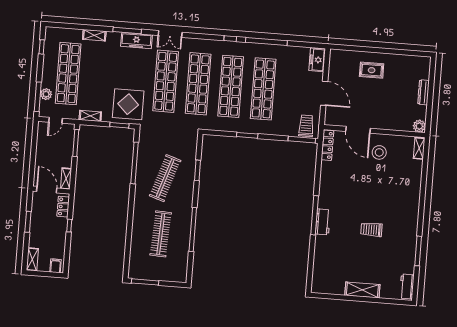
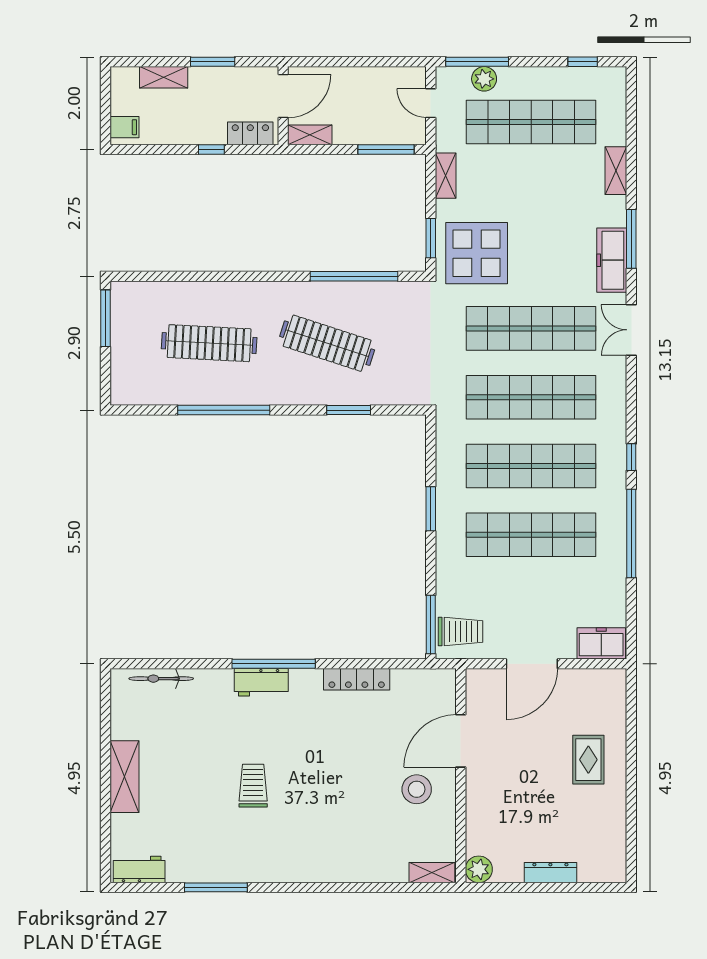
locker: (327, 145) -> (357, 679), moved
shelving: (32, 259) -> (164, 77), moved
bicycle: (317, 269) -> (161, 679), added

